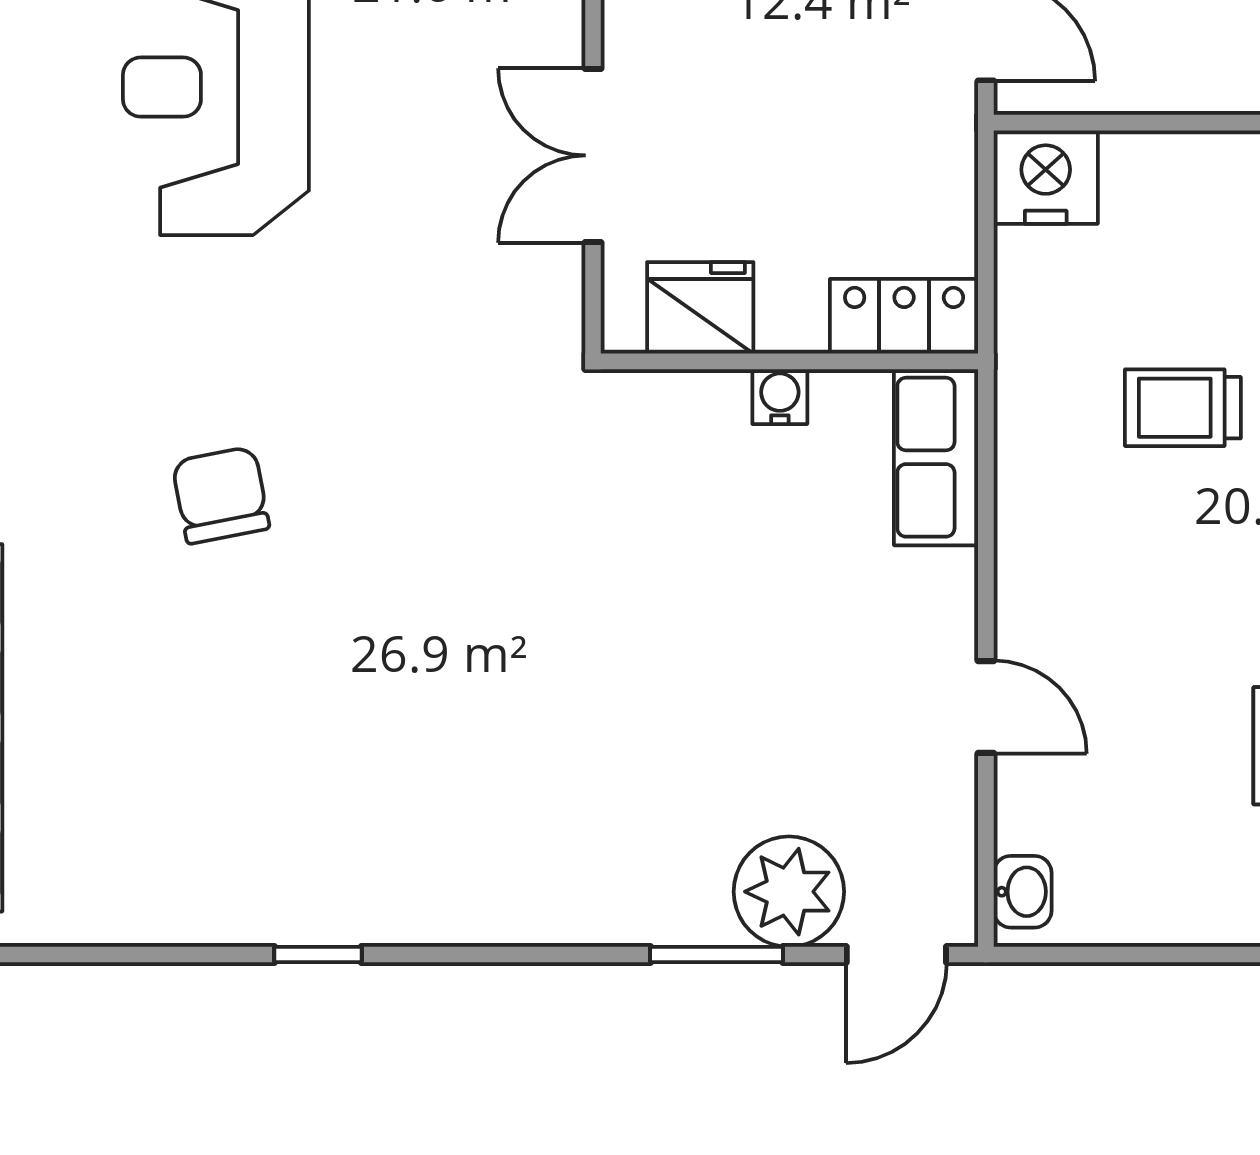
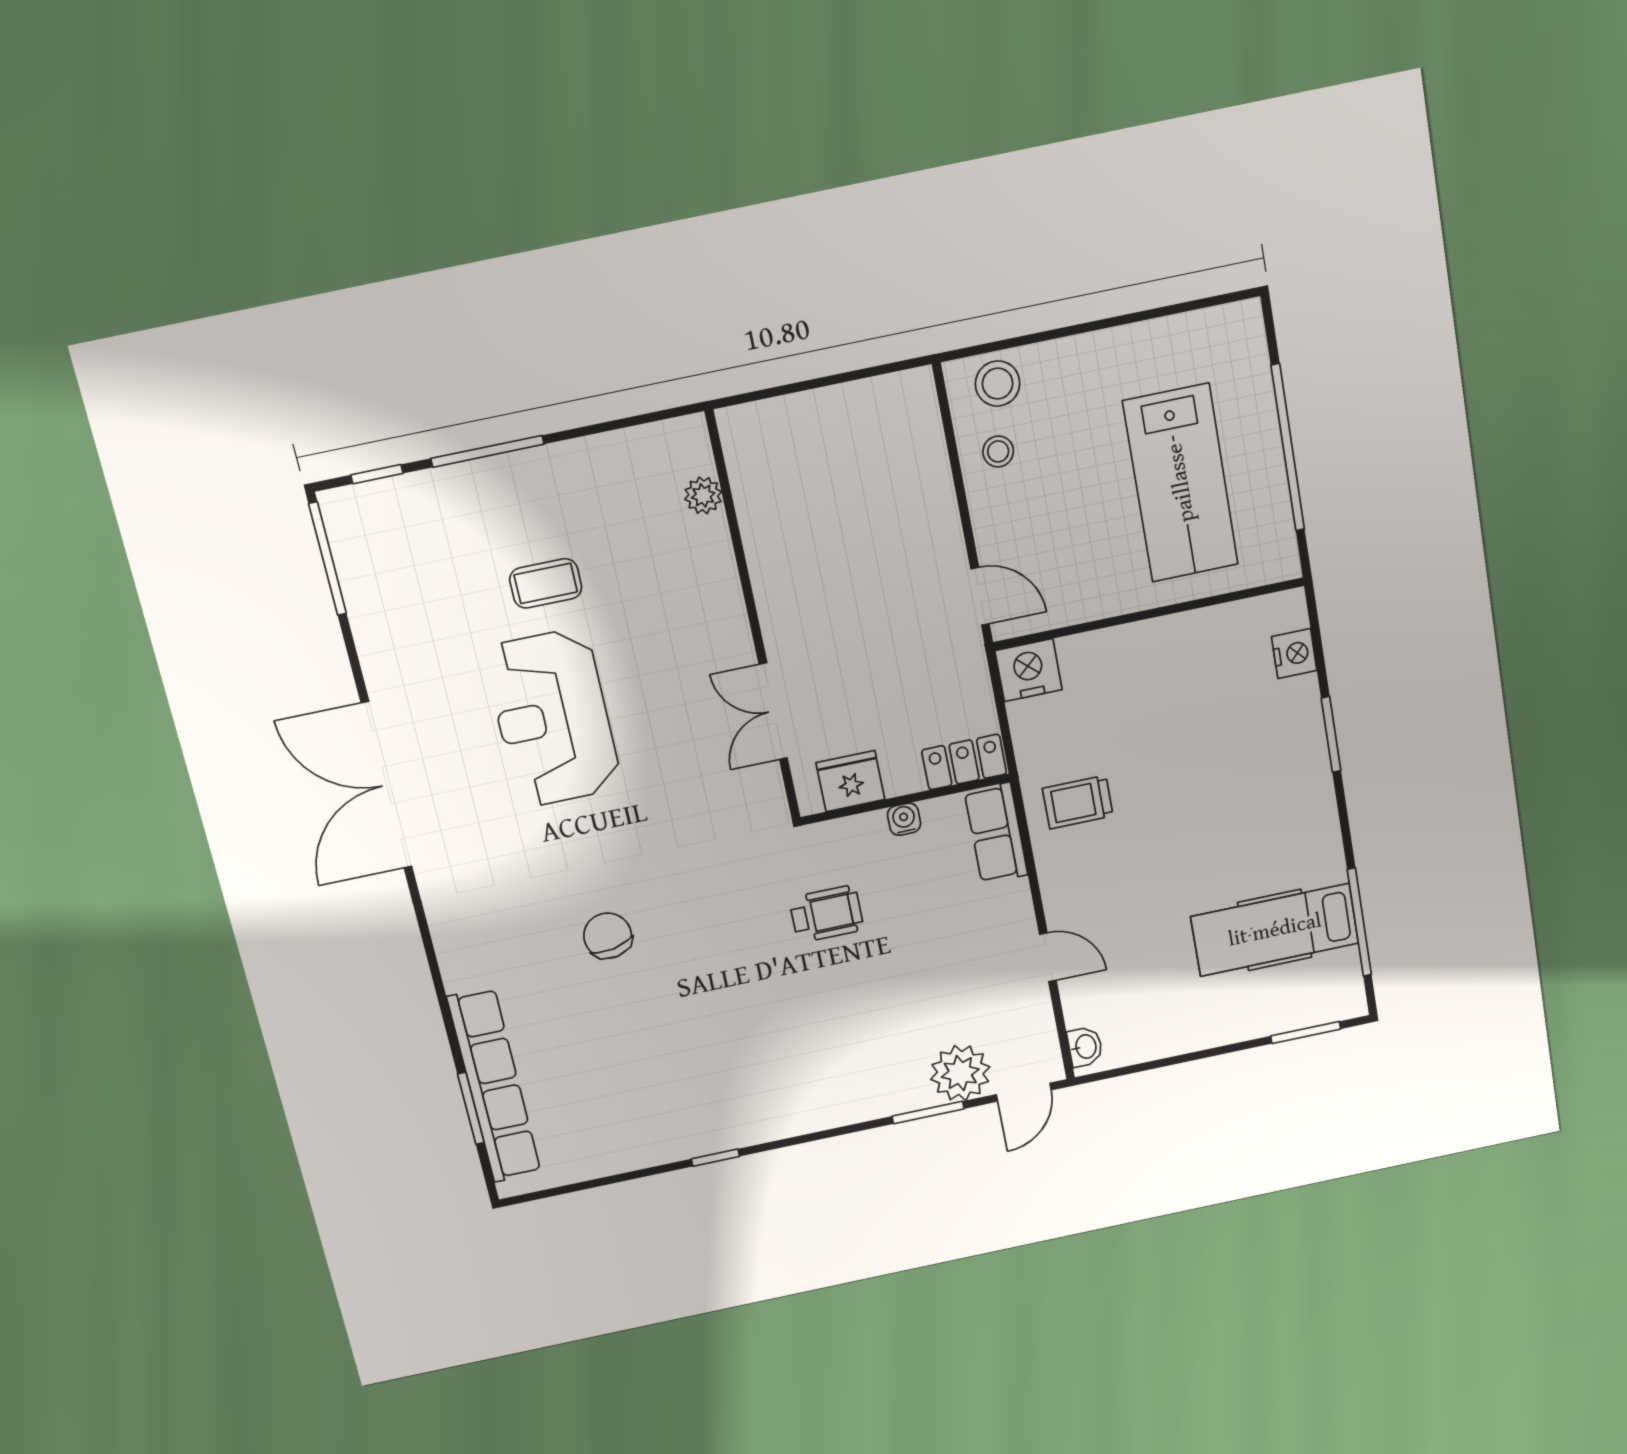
trolley: (1183, 408) -> (1078, 802), moved
wheelchair: (610, 539) -> (826, 914), added

